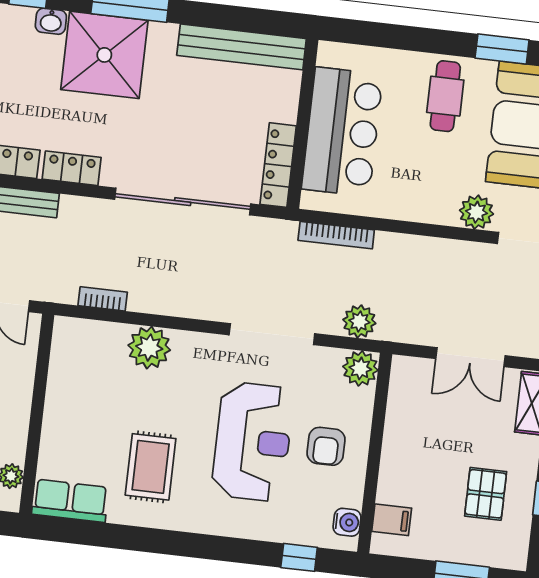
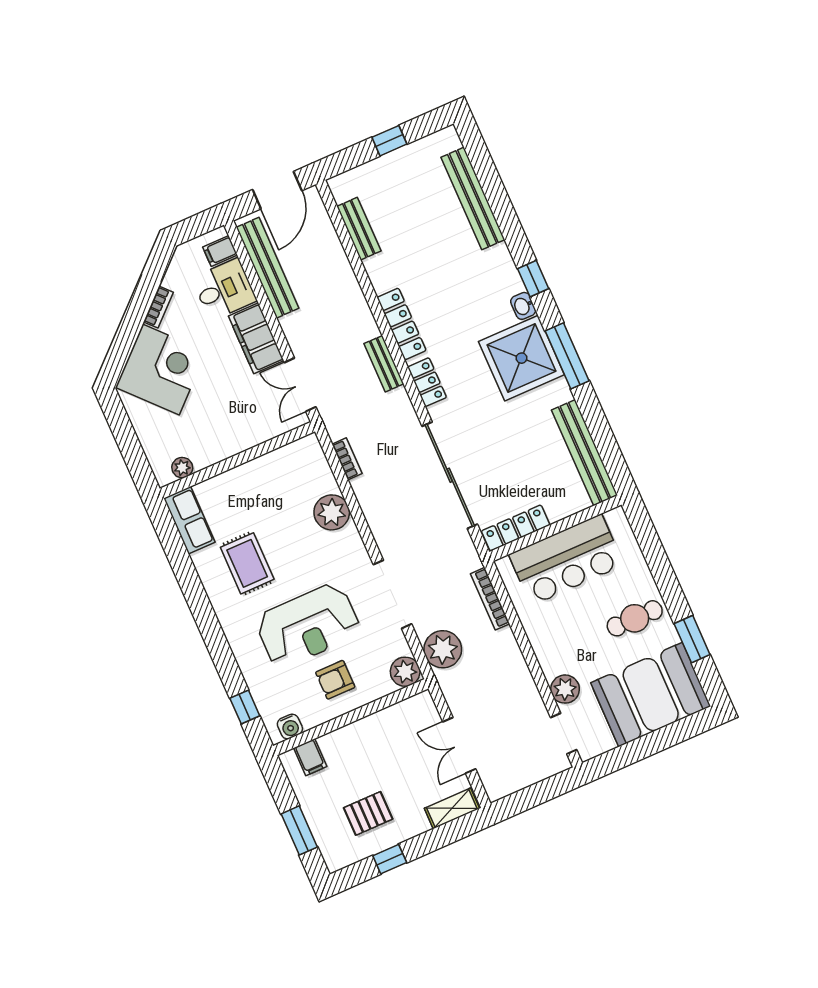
plant: (359, 321) -> (443, 649), width x1.36, depth x1.36
rug: (151, 467) -> (247, 563), turned 90

